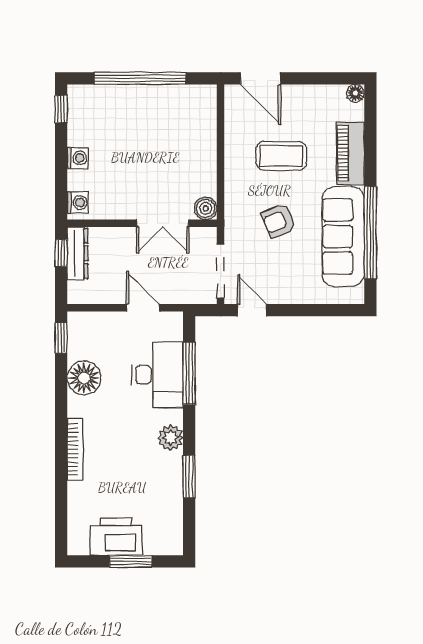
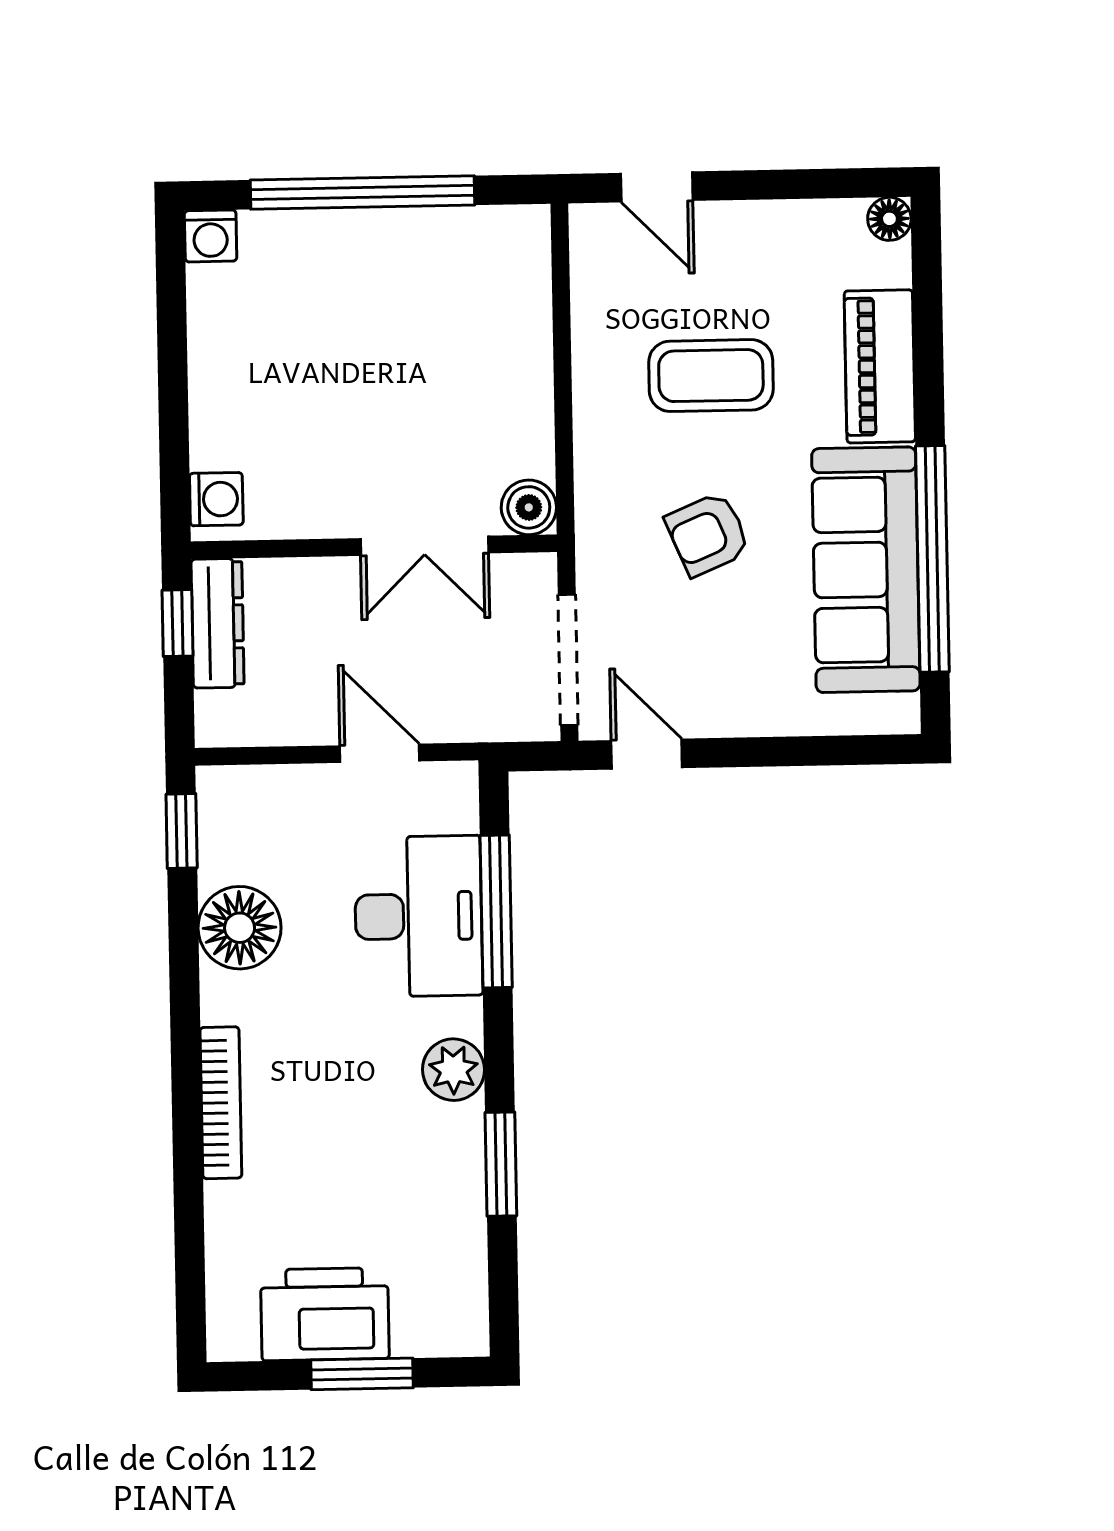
door: (260, 78) -> (657, 187), width x0.73
window: (61, 109) -> (171, 272), removed
washing machine: (78, 158) -> (211, 236), moved, turned 90

